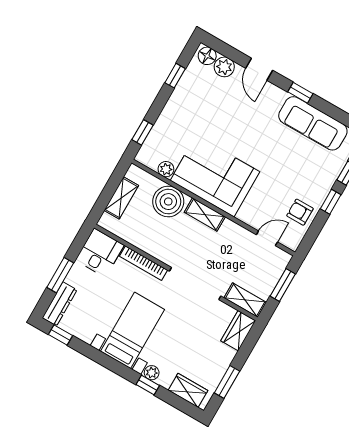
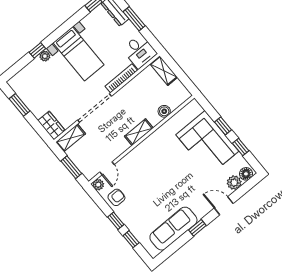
window: (142, 132) -> (223, 126), moved
plant: (166, 169) -> (98, 185), moved
corner sofa: (215, 176) -> (207, 143), moved, turned 90
shelving: (121, 198) -> (164, 71), moved
boiler: (168, 202) -> (164, 111), width x0.54, depth x0.54
wardrobe: (188, 390) -> (24, 76), removed

